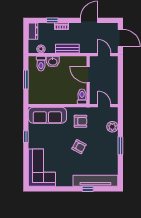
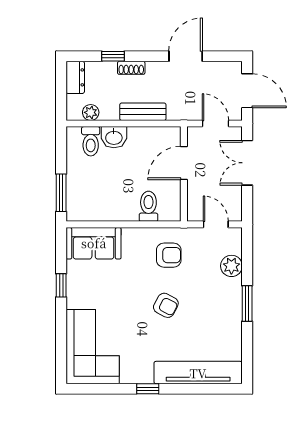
double door: (120, 74) -> (247, 163), added
door: (88, 75) -> (184, 163), hinge flipped
window: (26, 79) -> (61, 193), moved
toilet: (82, 96) -> (148, 206), moved
sofa: (47, 115) -> (94, 243), width x0.73
window: (88, 189) -> (148, 389), moved

